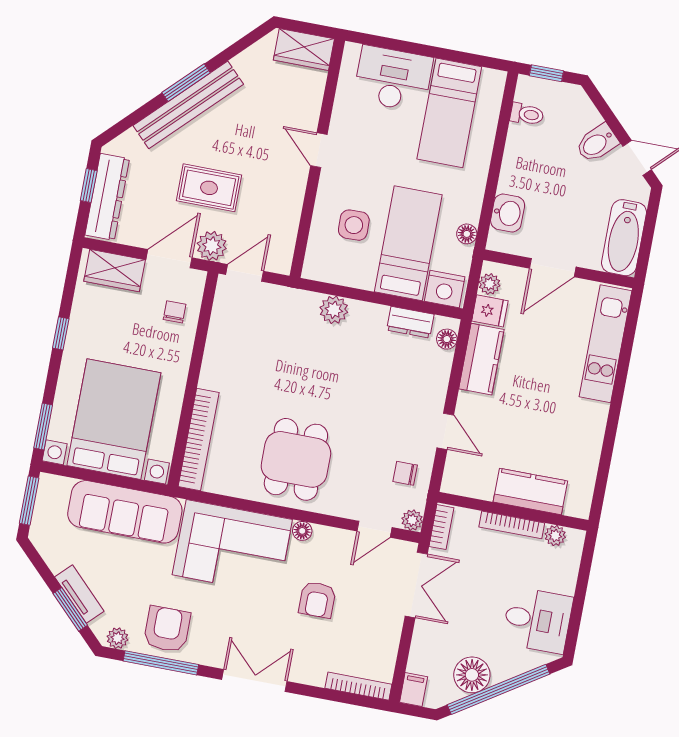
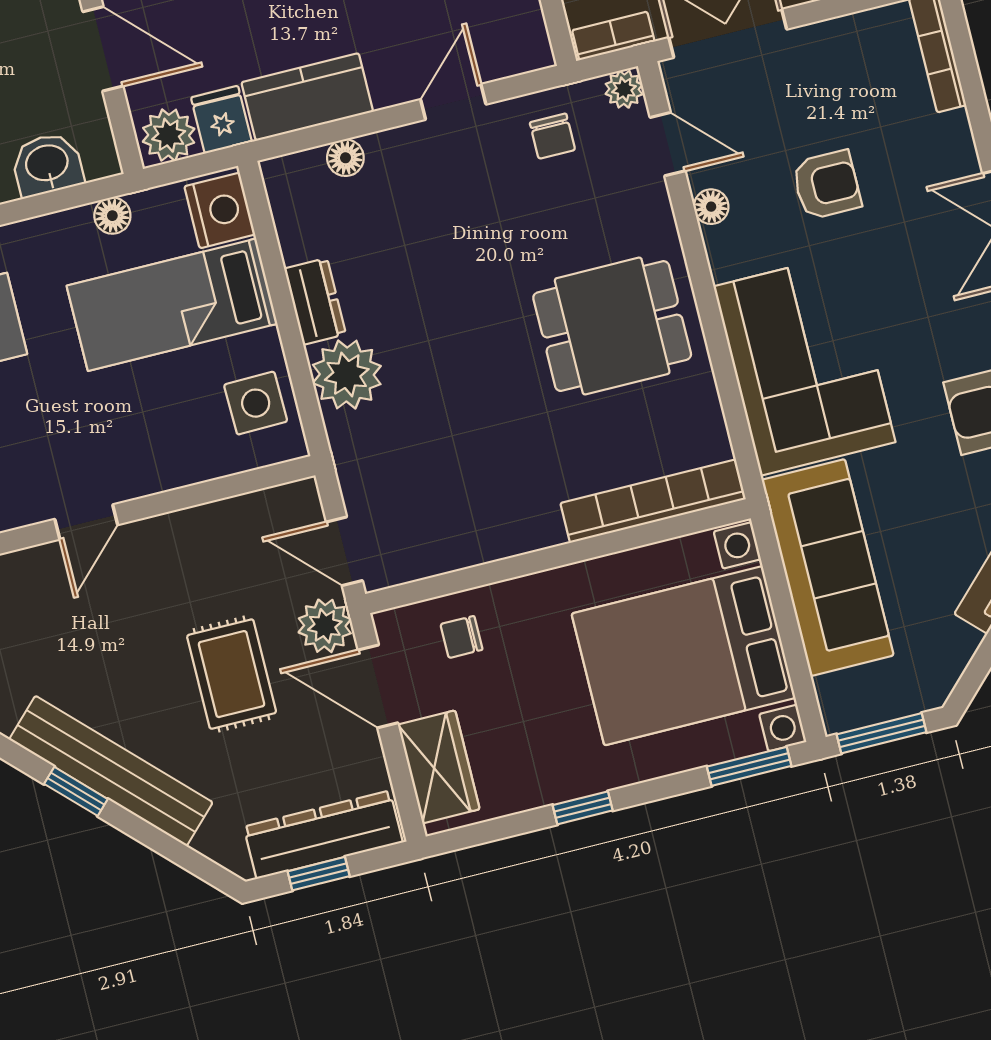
window: (186, 83) -> (76, 791), width x0.67
side table: (354, 225) -> (256, 403), moved
plant: (490, 284) -> (169, 135), width x1.38, depth x1.38
plant: (334, 310) -> (347, 374), width x1.36, depth x1.36
dresser: (410, 322) -> (315, 301), moved
floor lamp: (447, 339) -> (345, 158), moved
floor lamp: (302, 531) -> (711, 207), moved

